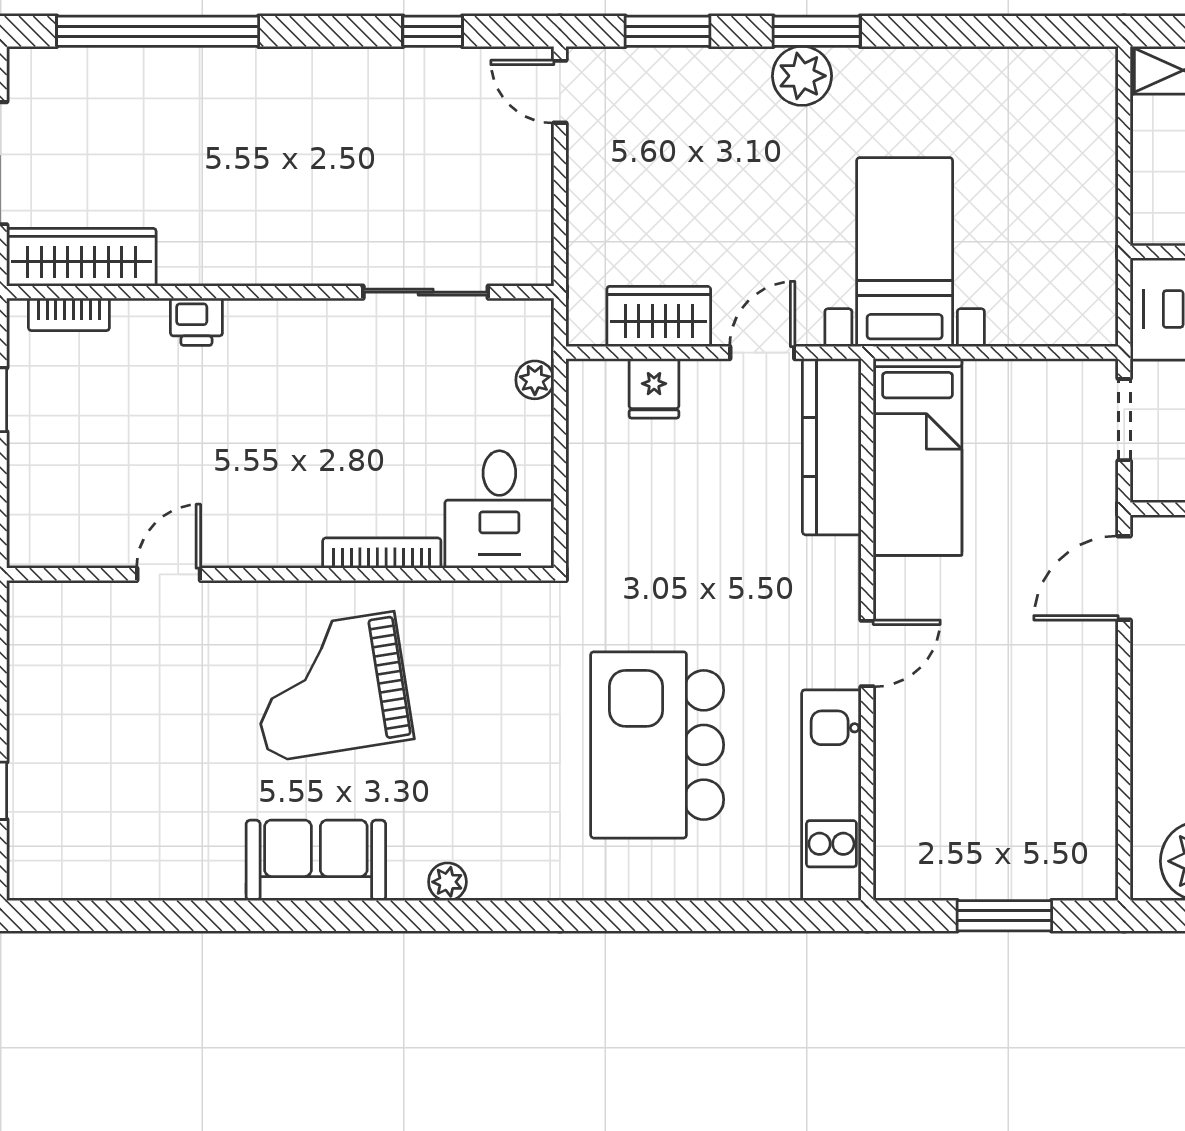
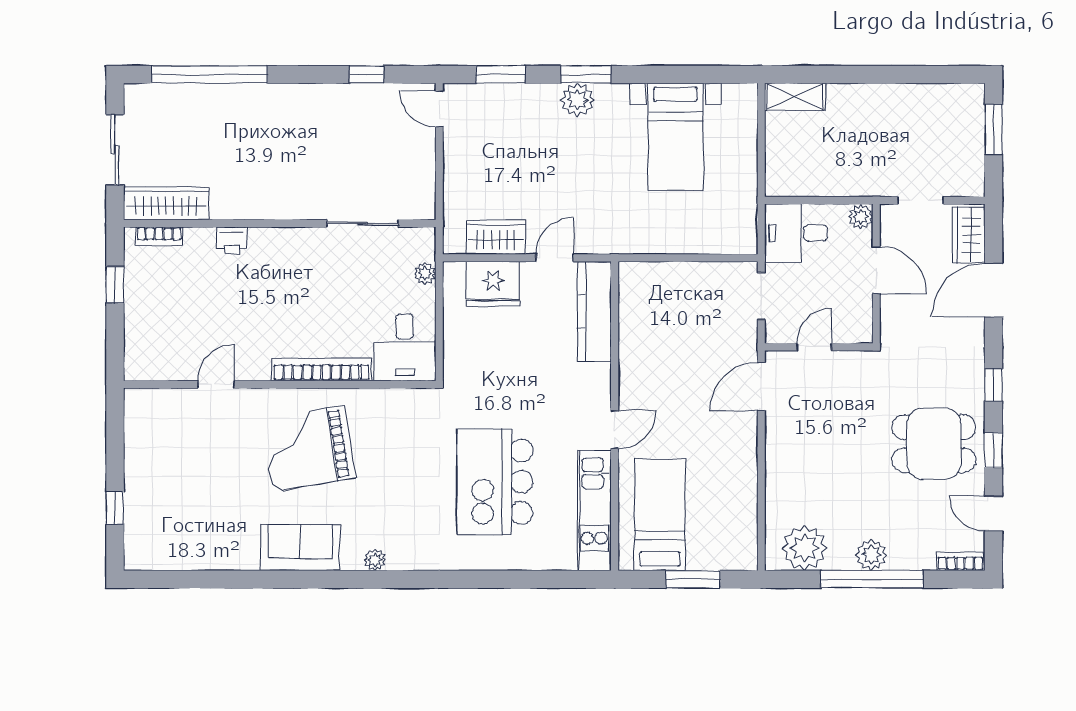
bed with nightstands: (905, 252) -> (676, 137), moved, turned 180
fridge: (654, 388) -> (493, 284), width x1.88, depth x1.34
bed: (917, 457) -> (660, 514), moved, turned 180
bookcase: (382, 553) -> (321, 370), width x1.48, depth x1.31

